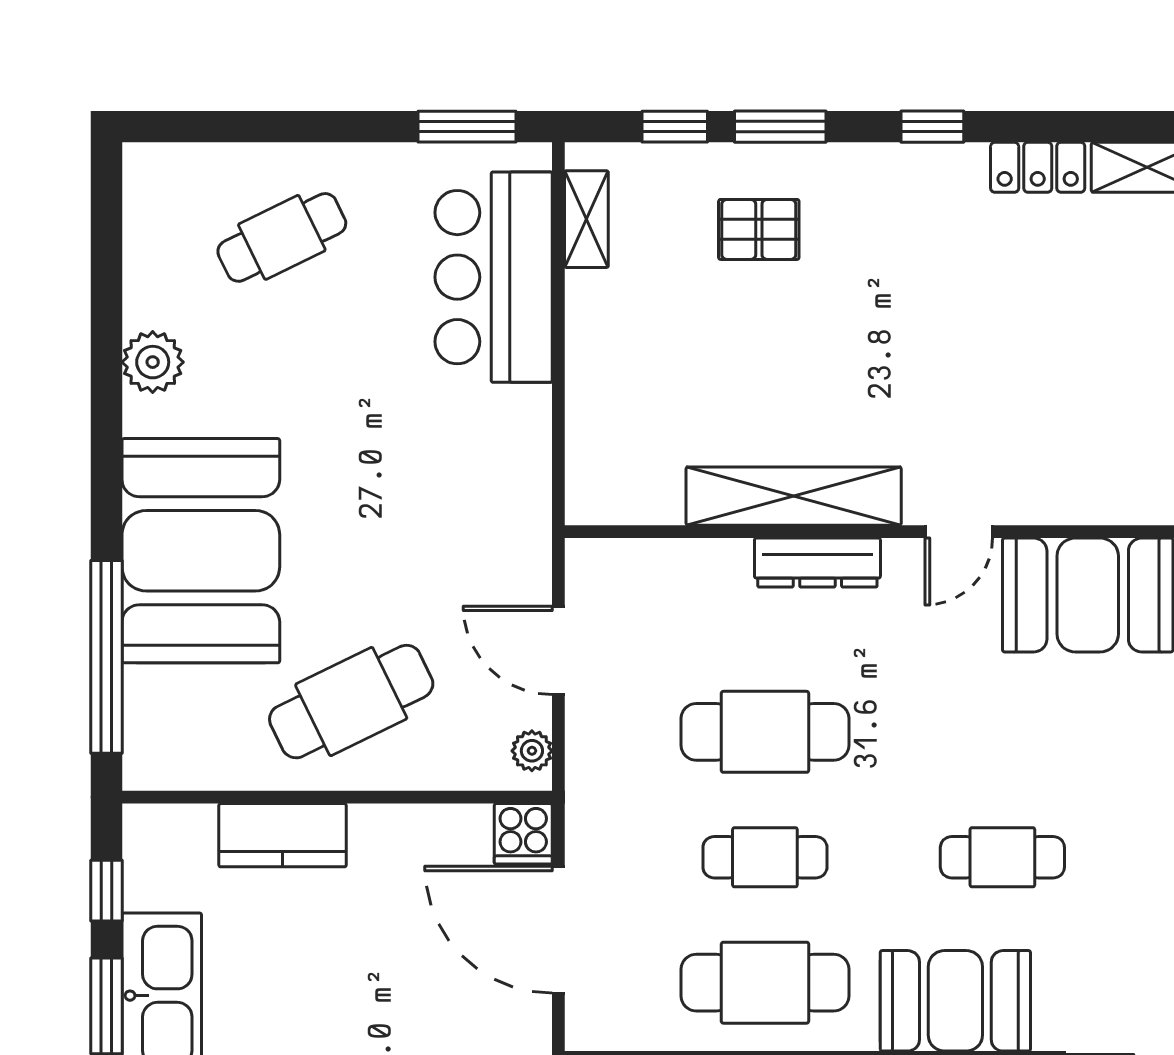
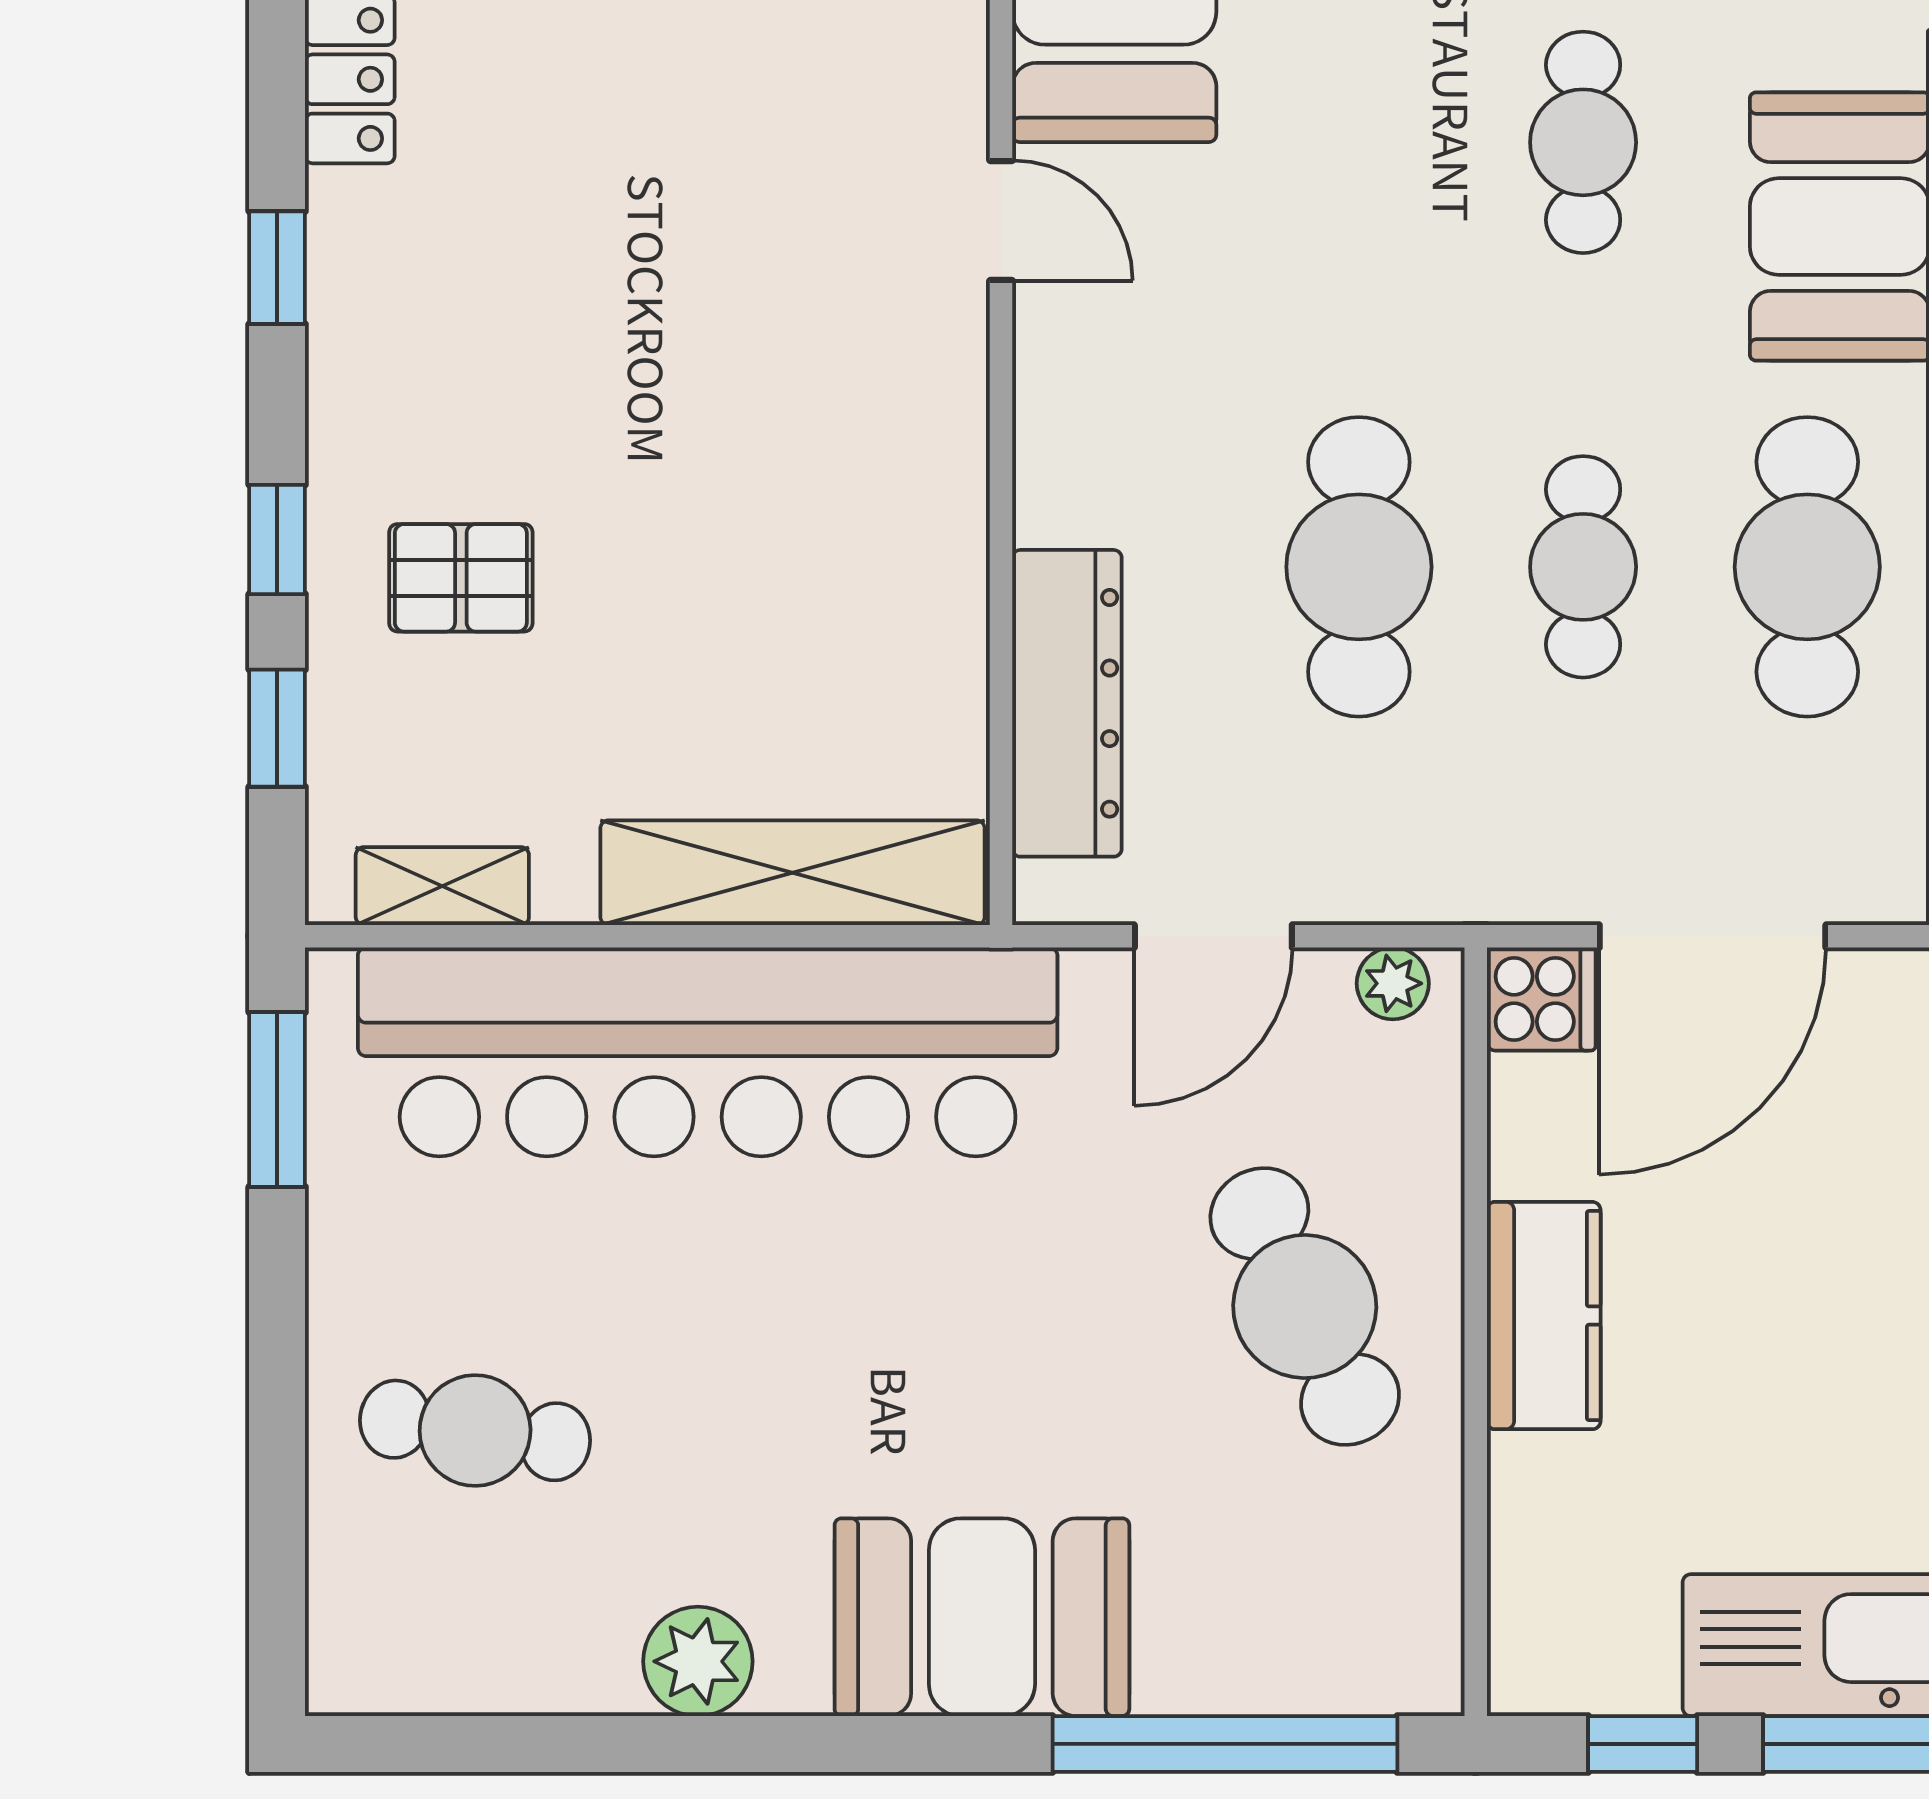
window: (780, 127) -> (277, 539), width x0.67
pallet: (759, 229) -> (461, 578), turned 90
cafe table: (282, 237) -> (475, 1430), turned -56
bar counter: (494, 277) -> (708, 1052), width x1.86
shelving: (794, 496) -> (793, 873), moved, turned 90
booth: (201, 551) -> (982, 1617), width x0.73, depth x0.70
dresser: (817, 562) -> (1067, 703), moved, width x1.37, depth x1.24
kitchen counter: (283, 835) -> (1544, 1316), moved

